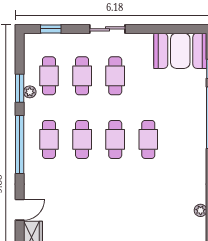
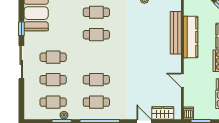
window: (51, 29) -> (21, 29), moved
sliding door: (107, 29) -> (21, 62), width x1.37
cafe table: (115, 139) -> (96, 12), moved

